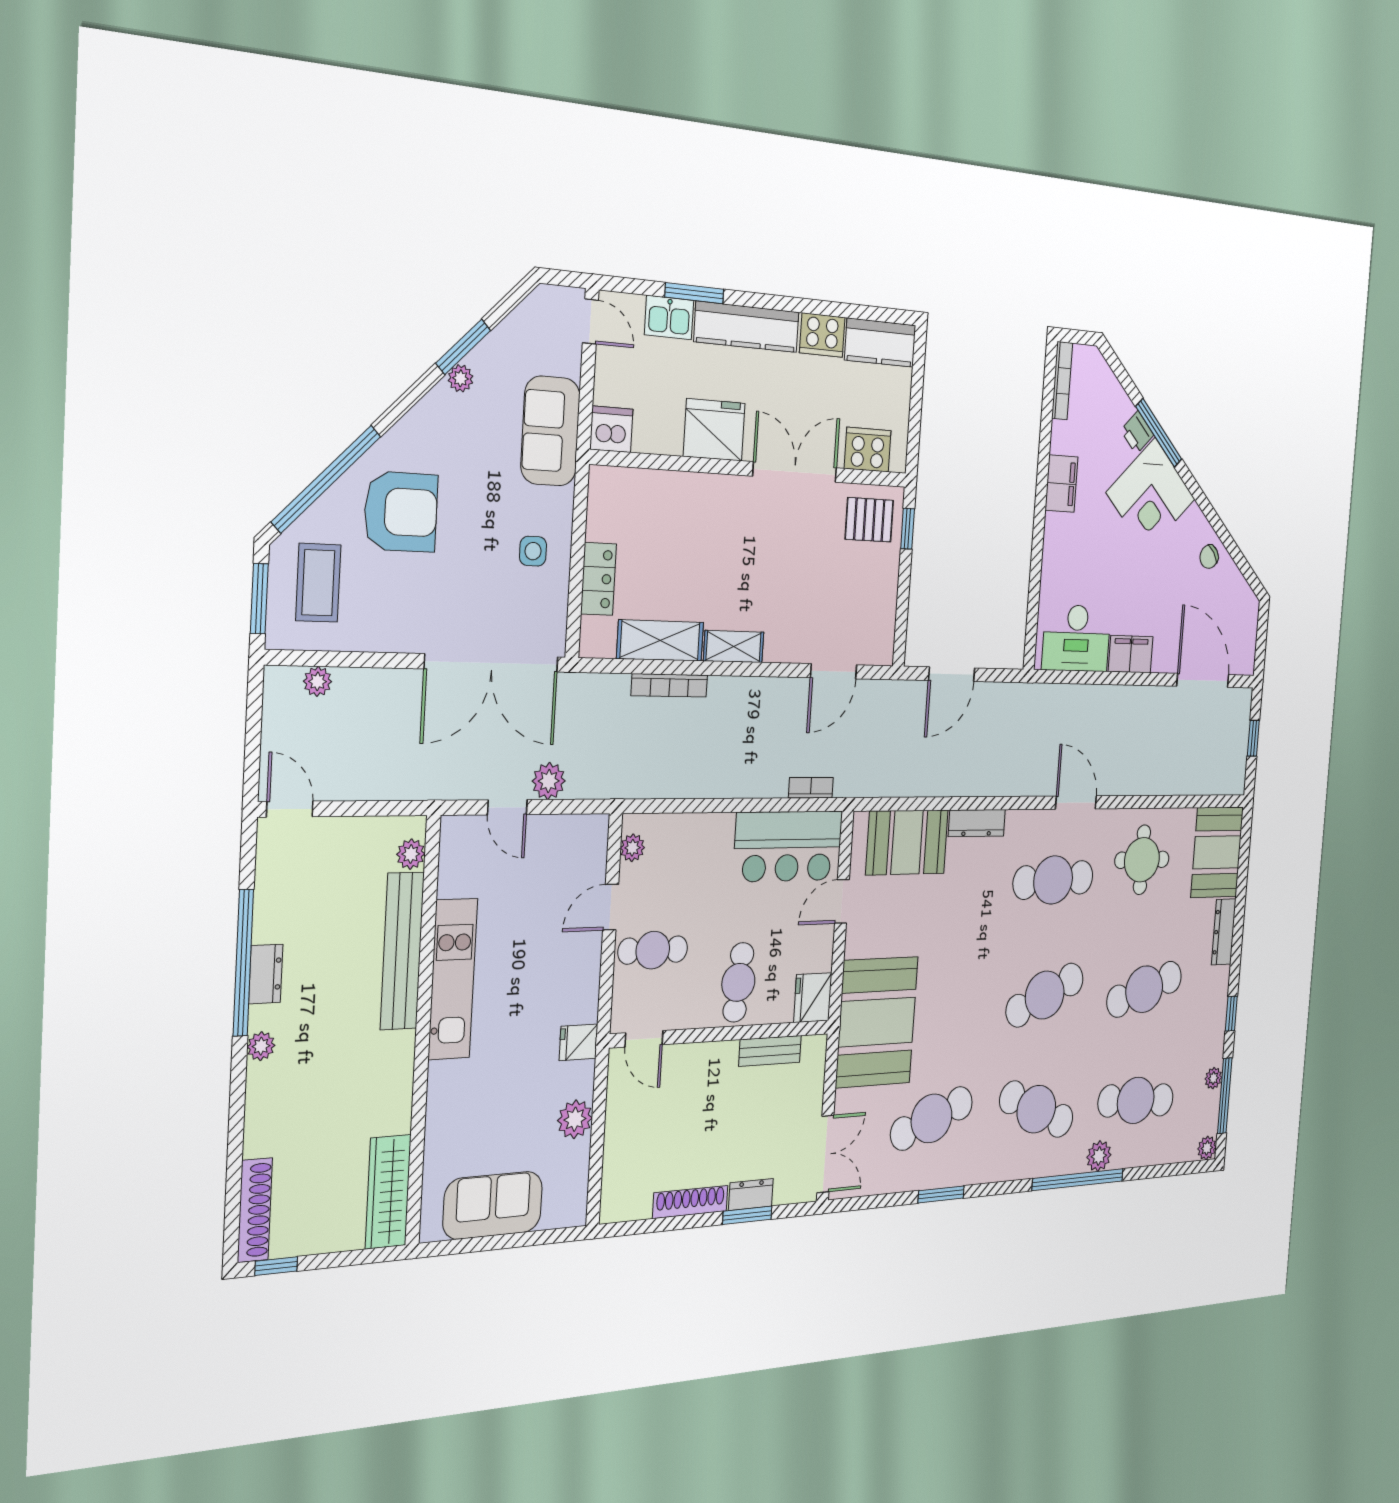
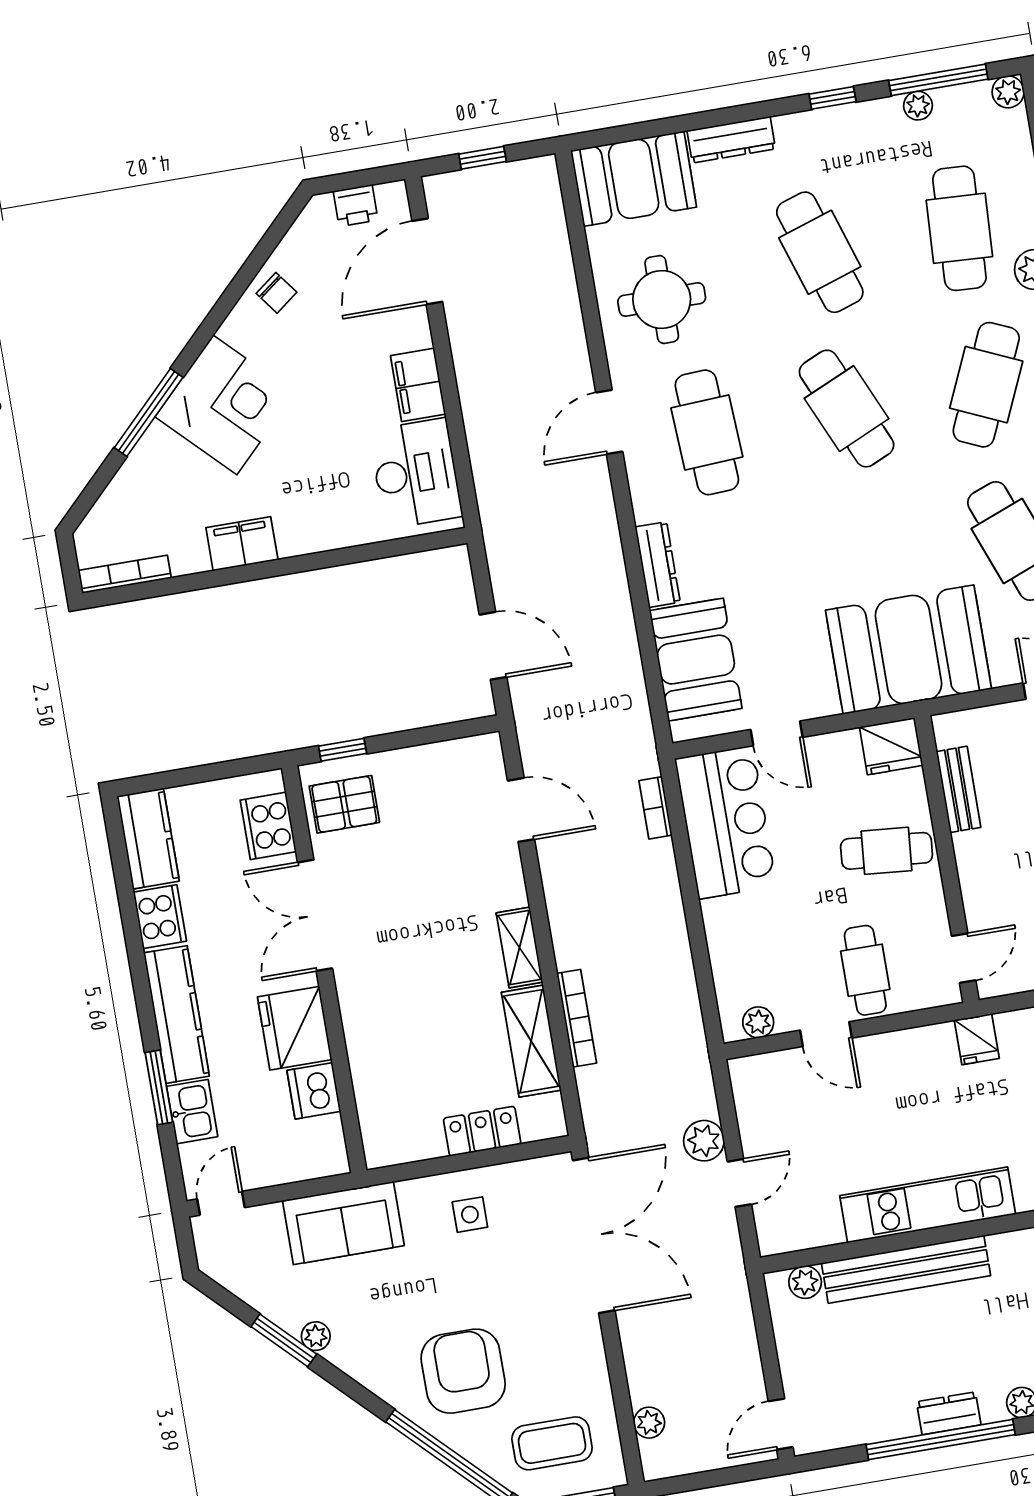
dishwasher: (611, 429) -> (314, 1091), moved
printer: (1137, 433) -> (356, 206), moved, turned 45
pallet: (869, 520) -> (344, 804), turned 90

